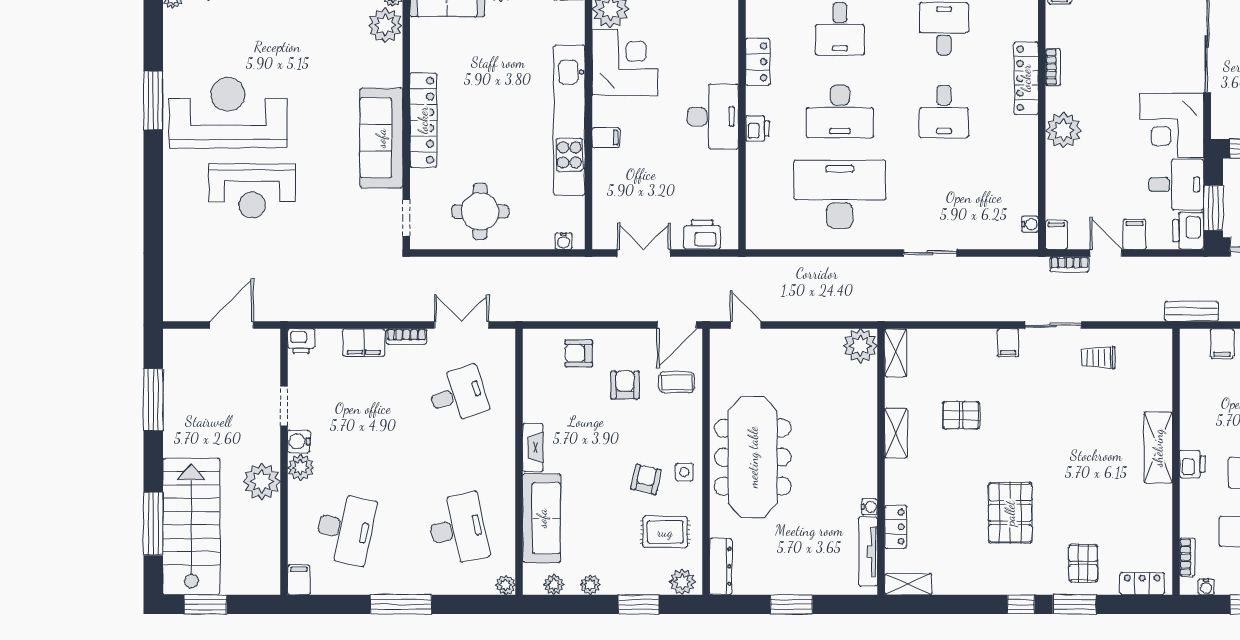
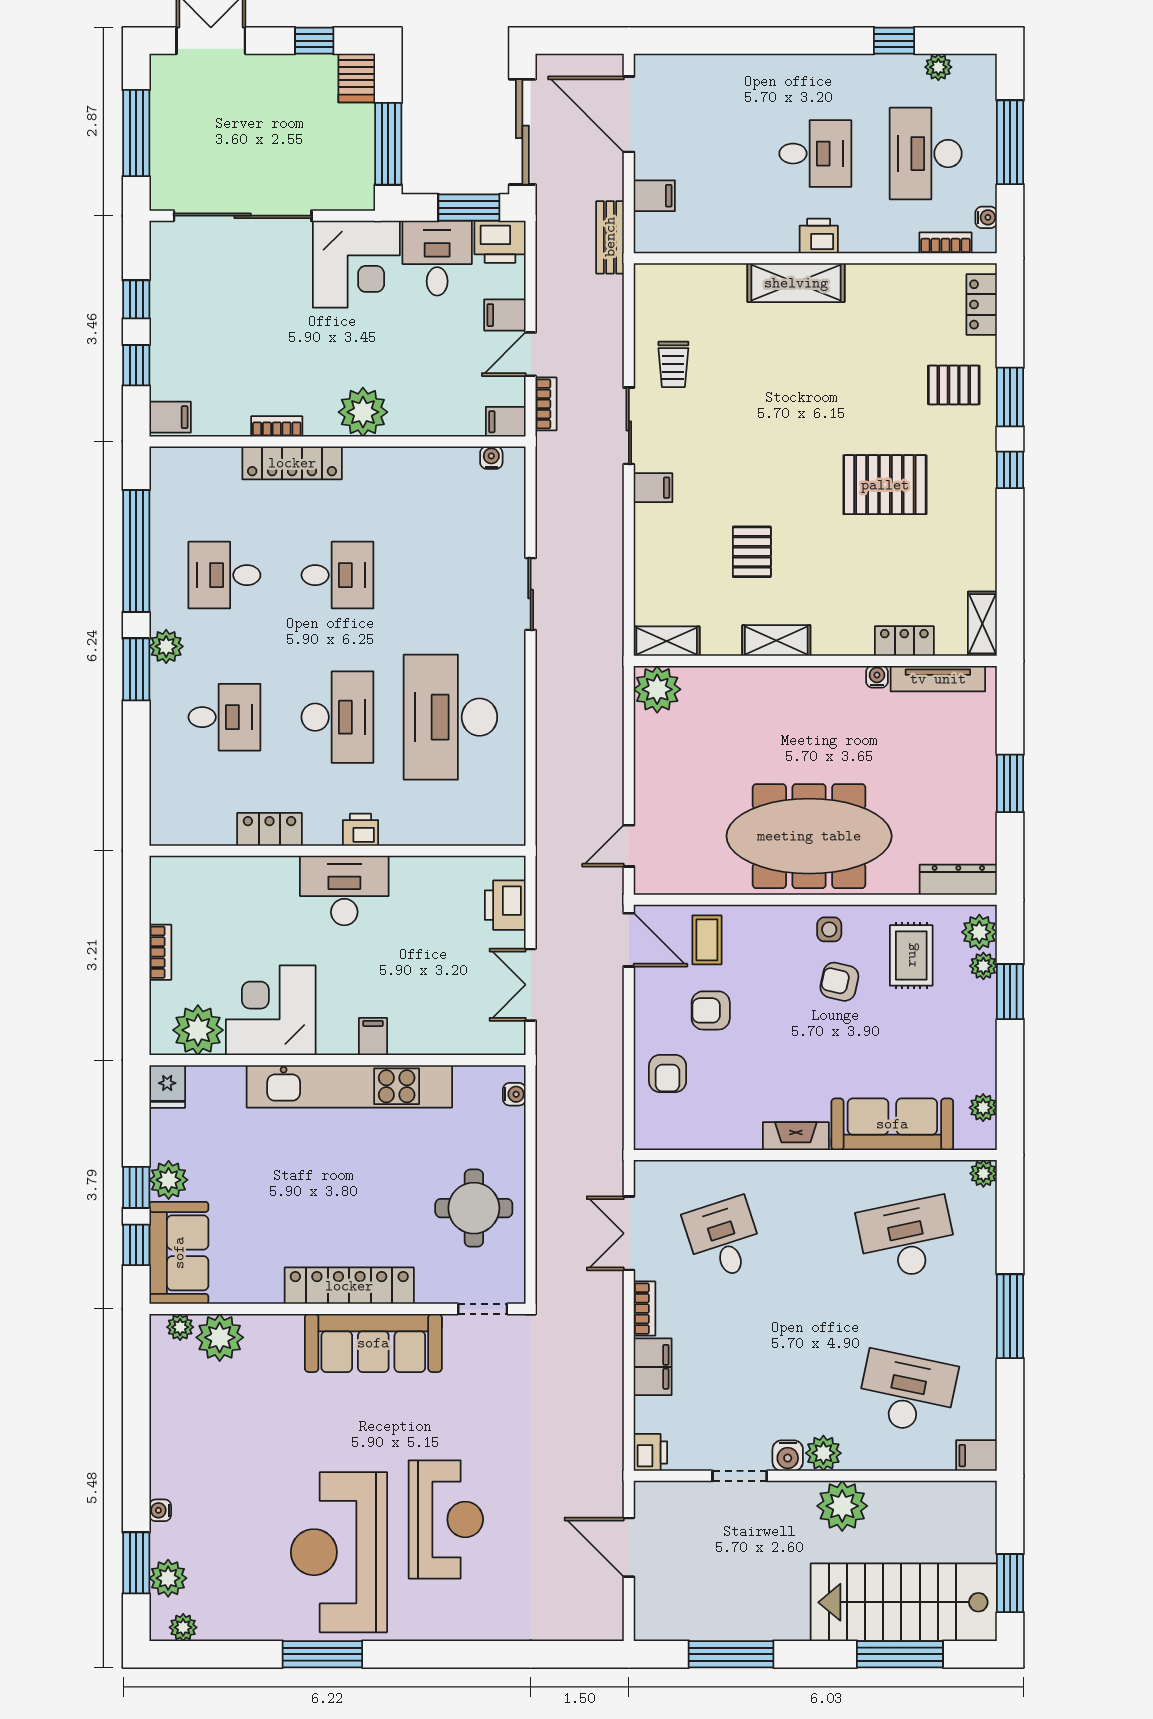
plant: (590, 585) -> (983, 966), moved

